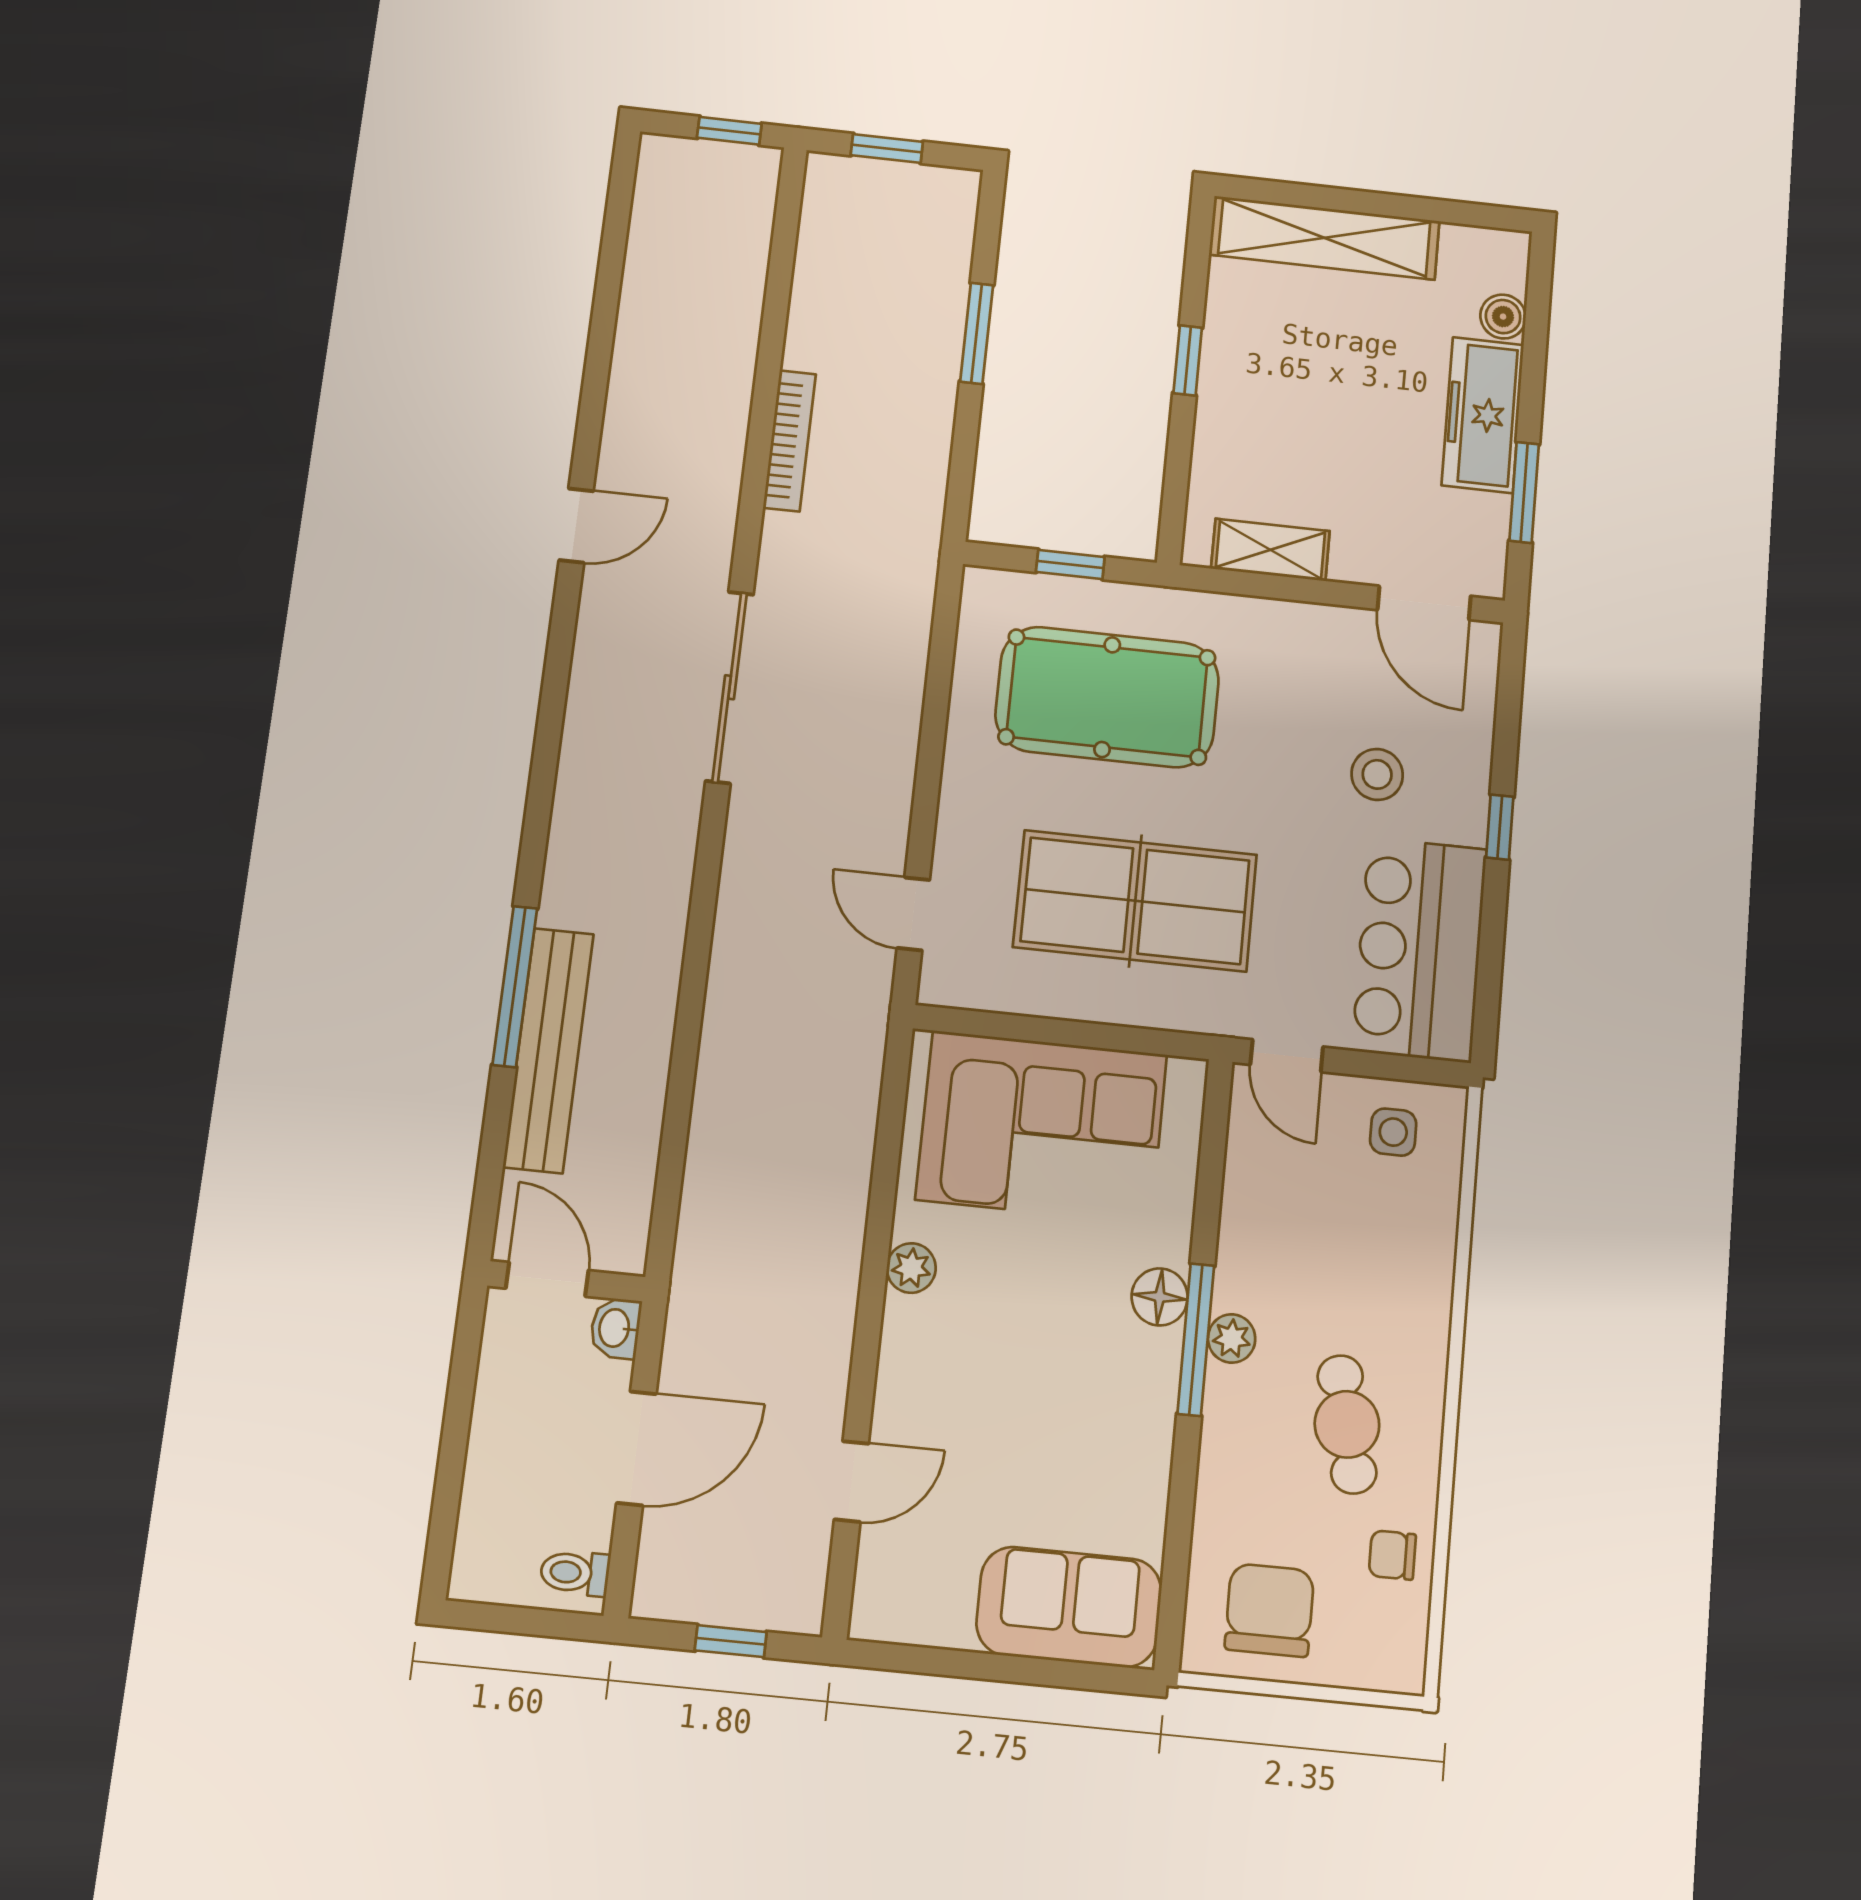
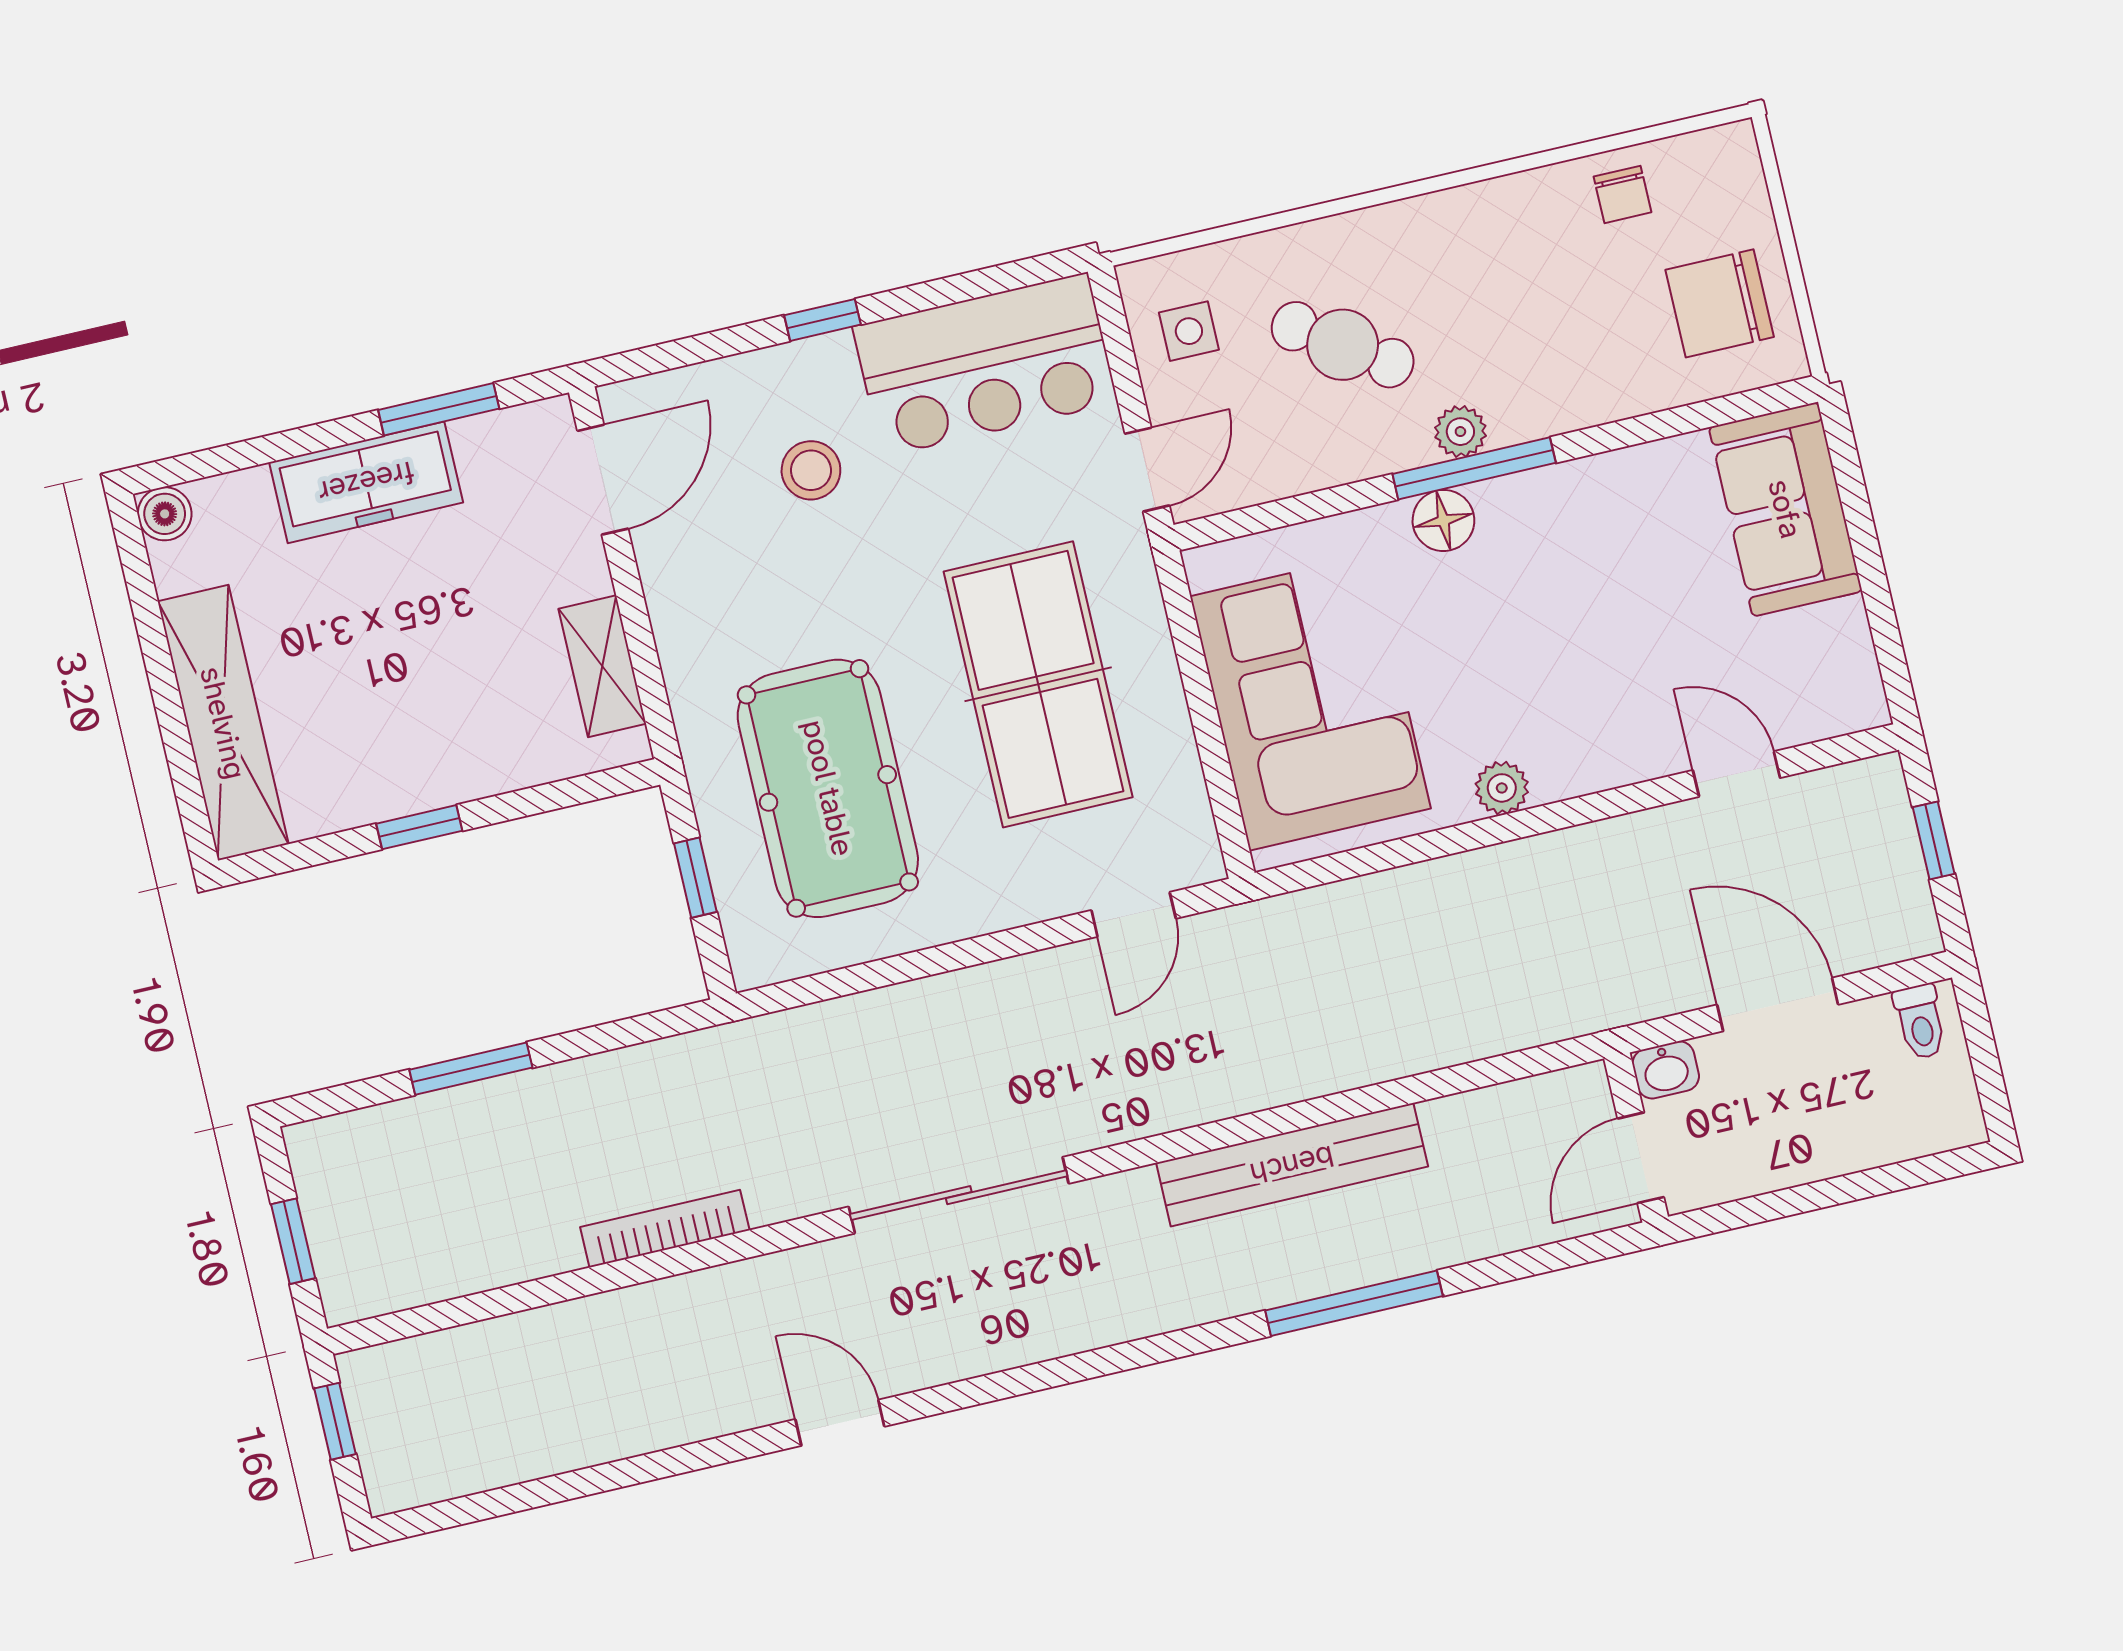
boiler: (1503, 317) -> (165, 514), moved
bench: (548, 1050) -> (1292, 1165), moved
cafe table: (1347, 1424) -> (1343, 345), moved, turned 47

